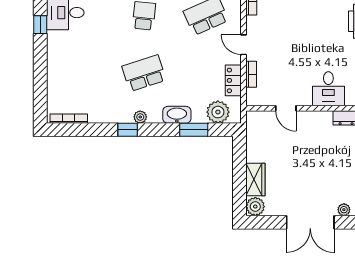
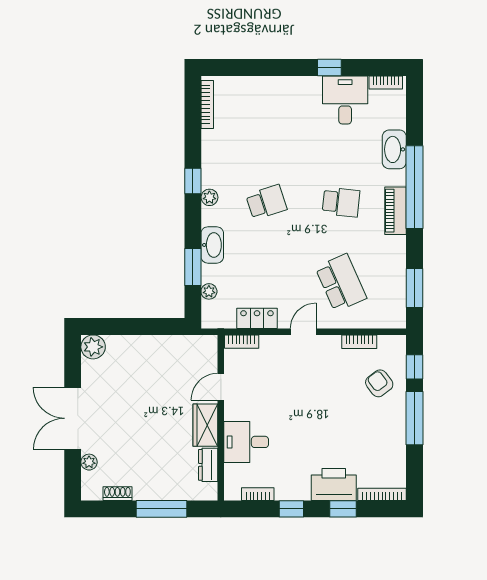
school desk: (144, 73) -> (266, 202), width x0.54
bookcase: (251, 74) -> (242, 342), moved
plant: (218, 112) -> (209, 291), width x0.53, depth x0.53
wardrobe: (255, 180) -> (205, 425), moved, turned 90

